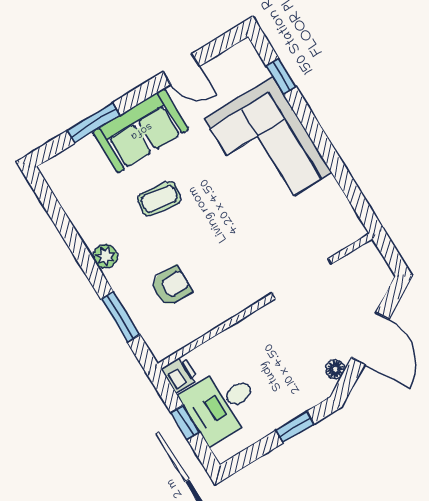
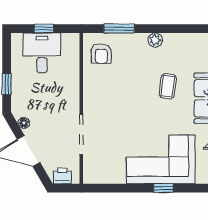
window: (281, 77) -> (163, 188), moved
armchair: (171, 286) -> (101, 54), moved
printer: (180, 374) -> (62, 176), moved, turned 180

